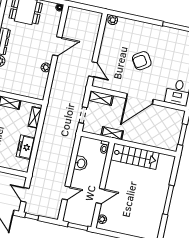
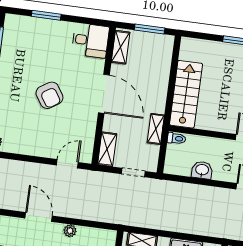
shelving: (171, 113) -> (121, 47), added

